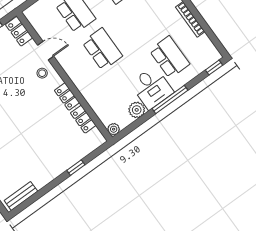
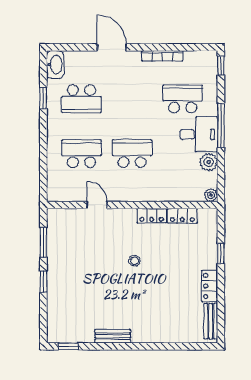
locker: (19, 31) -> (210, 286), moved, turned 90
door: (46, 51) -> (97, 205), hinge flipped
stool: (42, 73) -> (135, 261), moved

